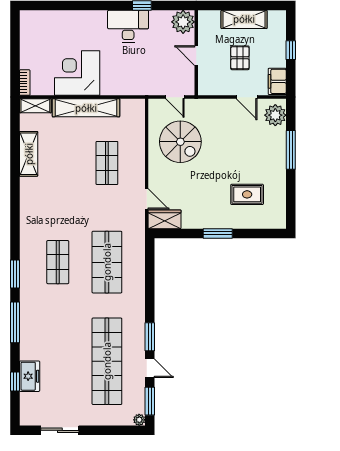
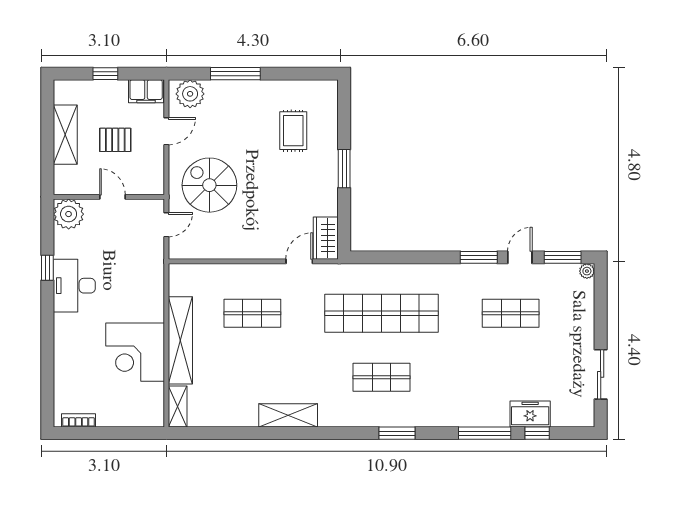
door: (196, 56) -> (113, 197), swing flipped
bookcase: (25, 83) -> (79, 420), moved
spiral stairs: (180, 142) -> (209, 185), moved, turned -90
shelving: (29, 154) -> (288, 415), moved
shop shelf: (107, 262) -> (382, 313), width x1.40
window: (15, 322) -> (485, 433), moved
shop shelf: (107, 361) -> (511, 313), width x0.50, depth x0.74

